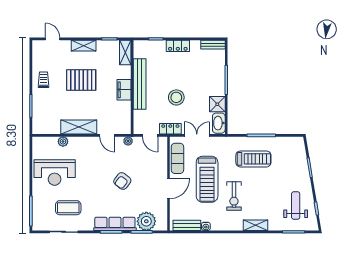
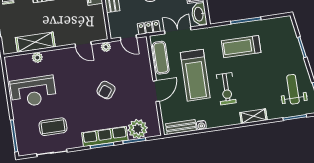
shelving: (79, 127) -> (35, 42), moved
treadmill: (253, 159) -> (241, 47), turned 180

